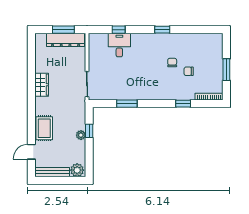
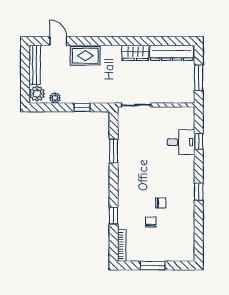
dresser: (66, 40) -> (172, 53), moved, turned -90
plant: (81, 135) -> (55, 98), moved

